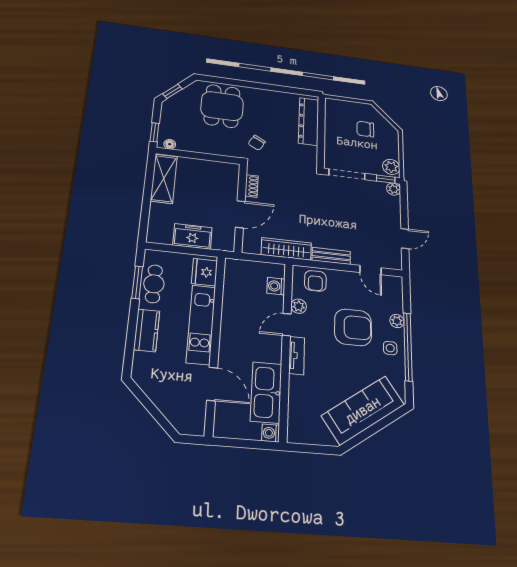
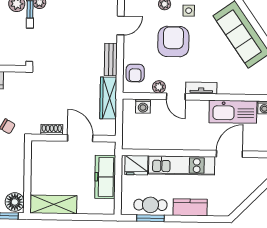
floor lamp: (170, 144) -> (15, 202), width x1.89, depth x1.89
freezer: (192, 236) -> (105, 177), width x1.40
armchair: (315, 281) -> (135, 73), turned 90

